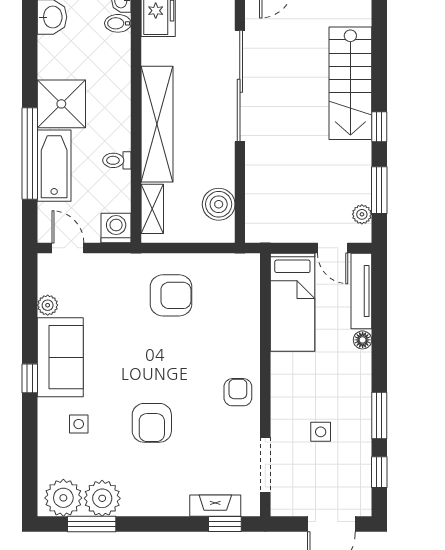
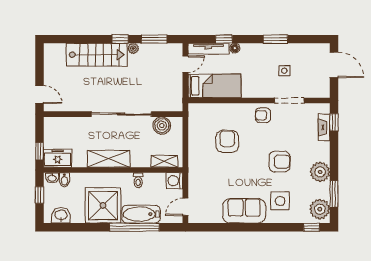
sliding door: (240, 86) -> (121, 114), moved
shower: (61, 104) -> (103, 205), width x1.37, depth x1.37
shelving: (157, 124) -> (109, 159), width x0.68
plant: (362, 214) -> (133, 48), moved
armchair: (171, 295) -> (227, 141), moved
plant: (48, 305) -> (216, 218), removed
window: (30, 378) -> (312, 227), moved
side table: (79, 424) -> (280, 201), width x1.87, depth x1.87
doorway: (265, 465) -> (289, 100), moved
window: (379, 472) -> (224, 39), moved
plant: (102, 498) -> (320, 172), moved

